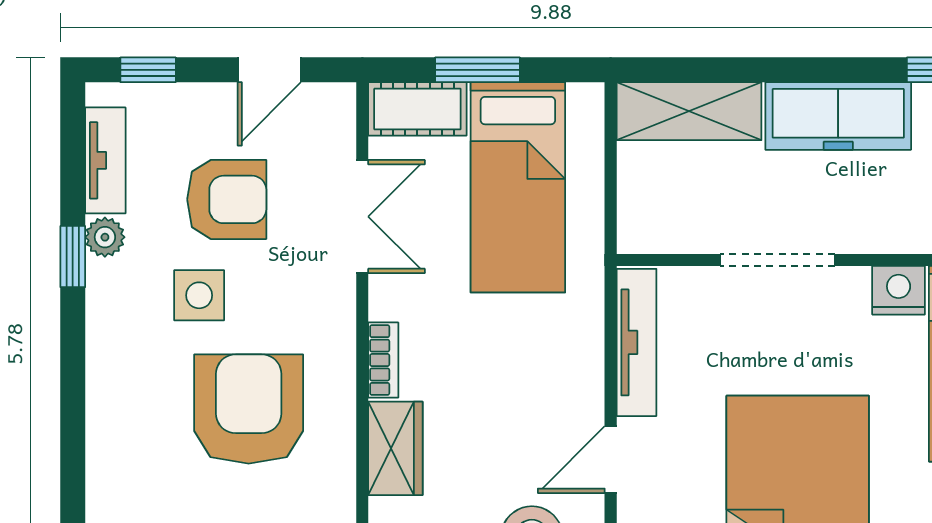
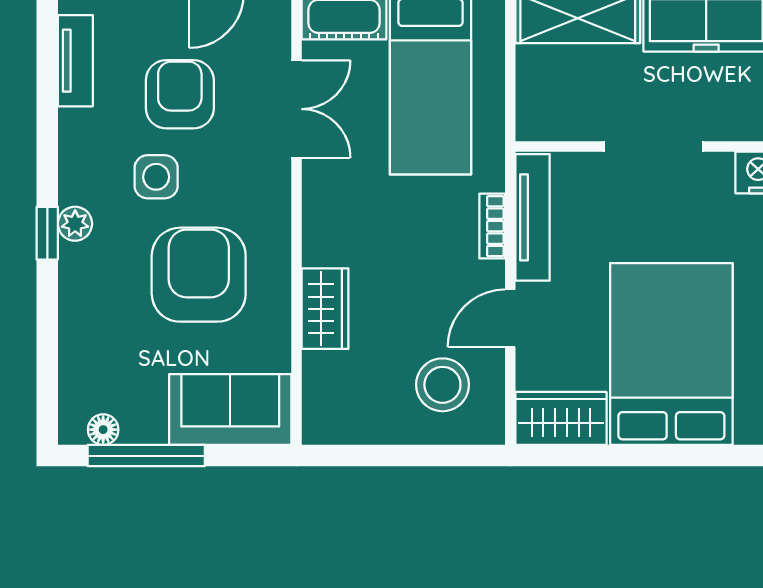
armchair: (227, 199) -> (180, 94), turned -90
plant: (105, 237) -> (75, 224), moved
window: (73, 257) -> (47, 233), moved
bookcase: (383, 360) -> (492, 226), moved, turned 180

